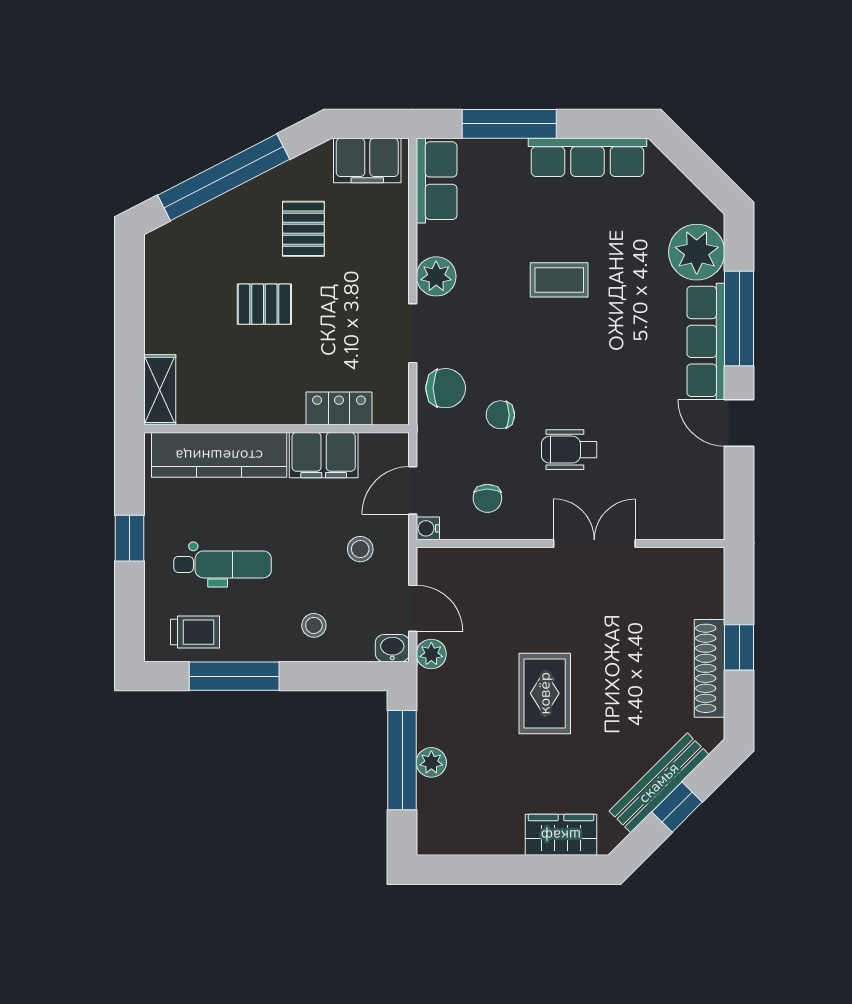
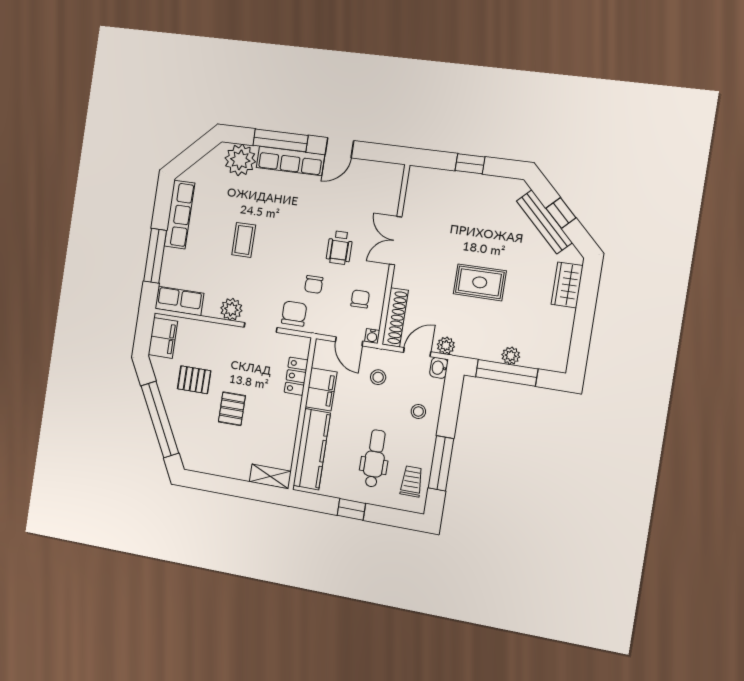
chair: (487, 498) -> (360, 299), turned -90
shoe rack: (710, 668) -> (395, 317), moved, turned -90

